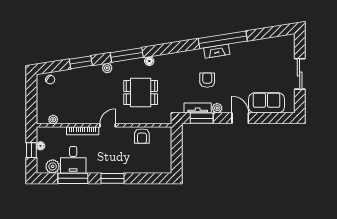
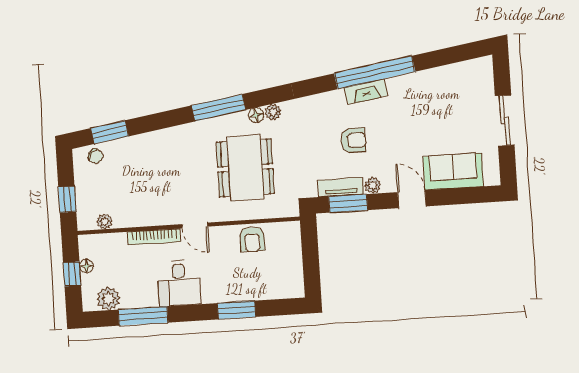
window: (81, 62) -> (110, 132), moved
plant: (107, 68) -> (273, 112), moved
armchair: (207, 80) -> (353, 140), turned 89
dining table: (141, 93) -> (245, 168), width x1.37
window: (31, 105) -> (67, 199), added
door: (108, 125) -> (195, 225), swing flipped
desk: (73, 160) -> (179, 283), moved
window: (112, 178) -> (236, 310), moved

